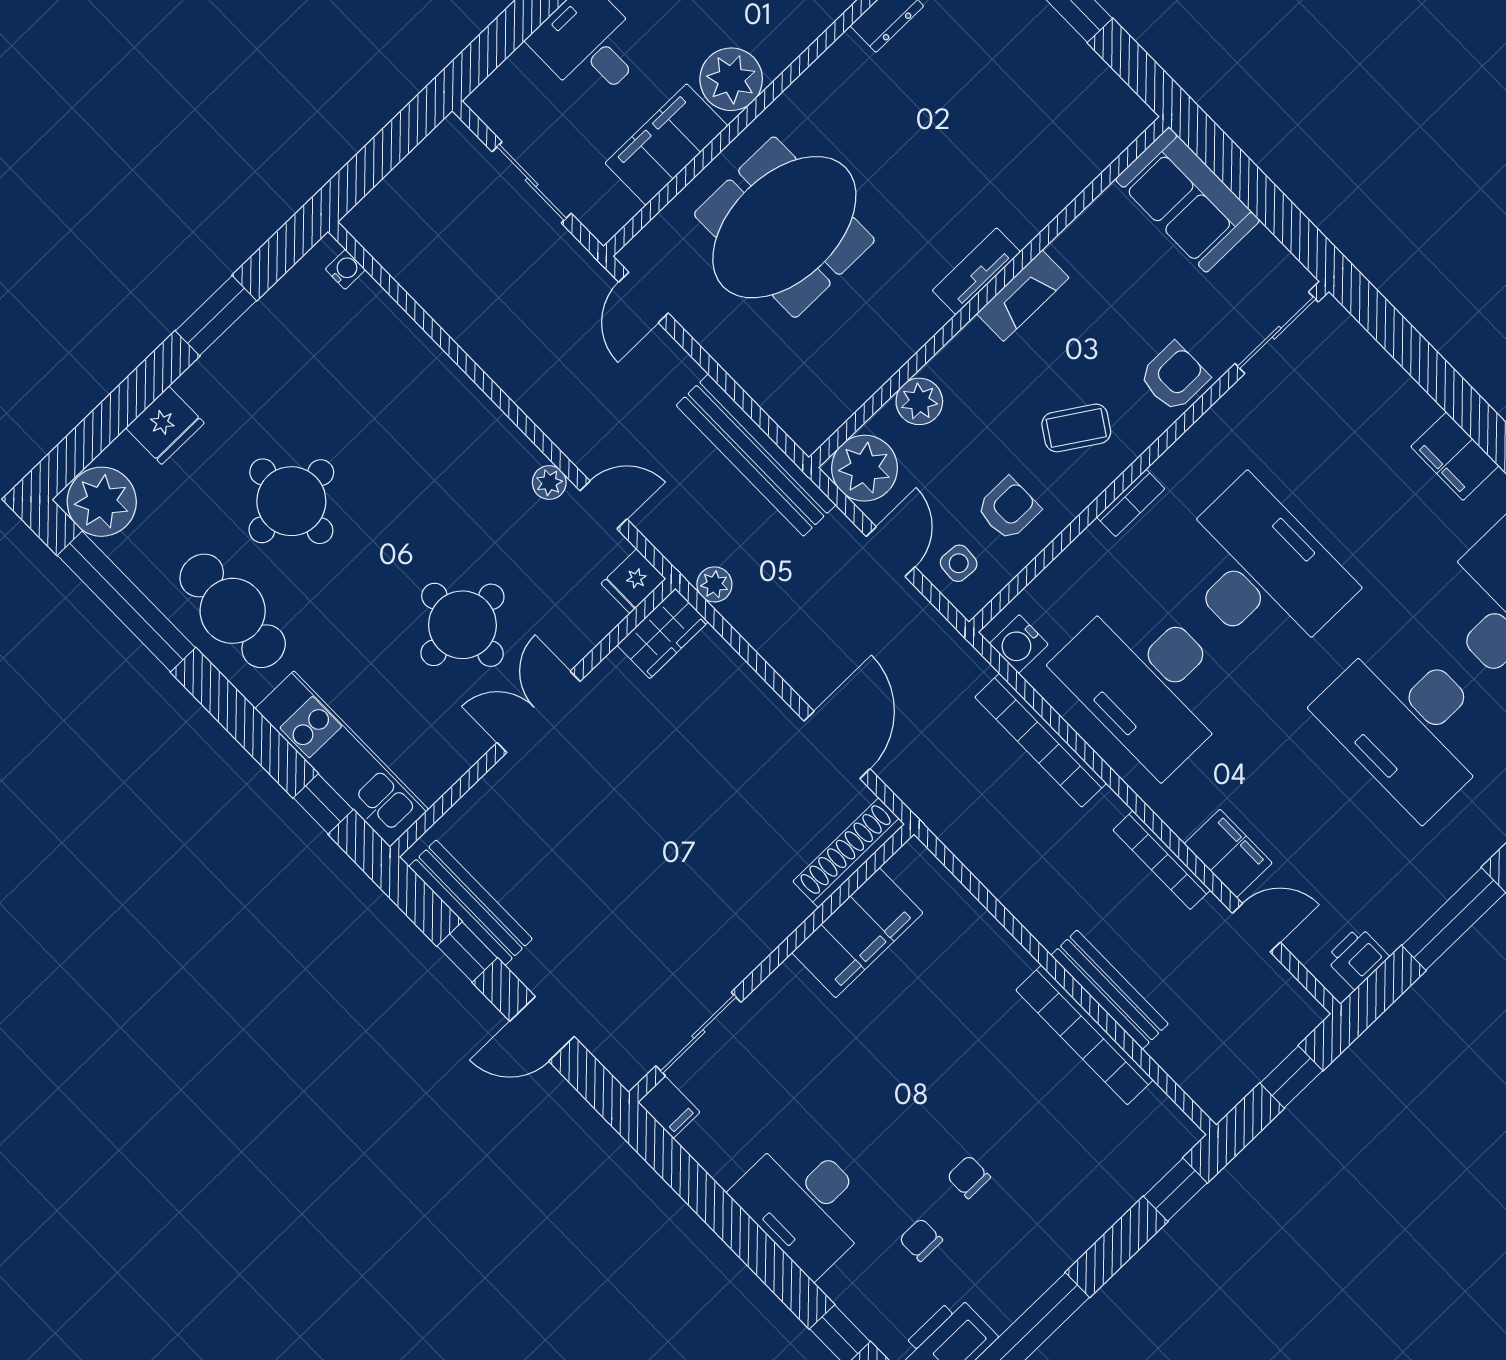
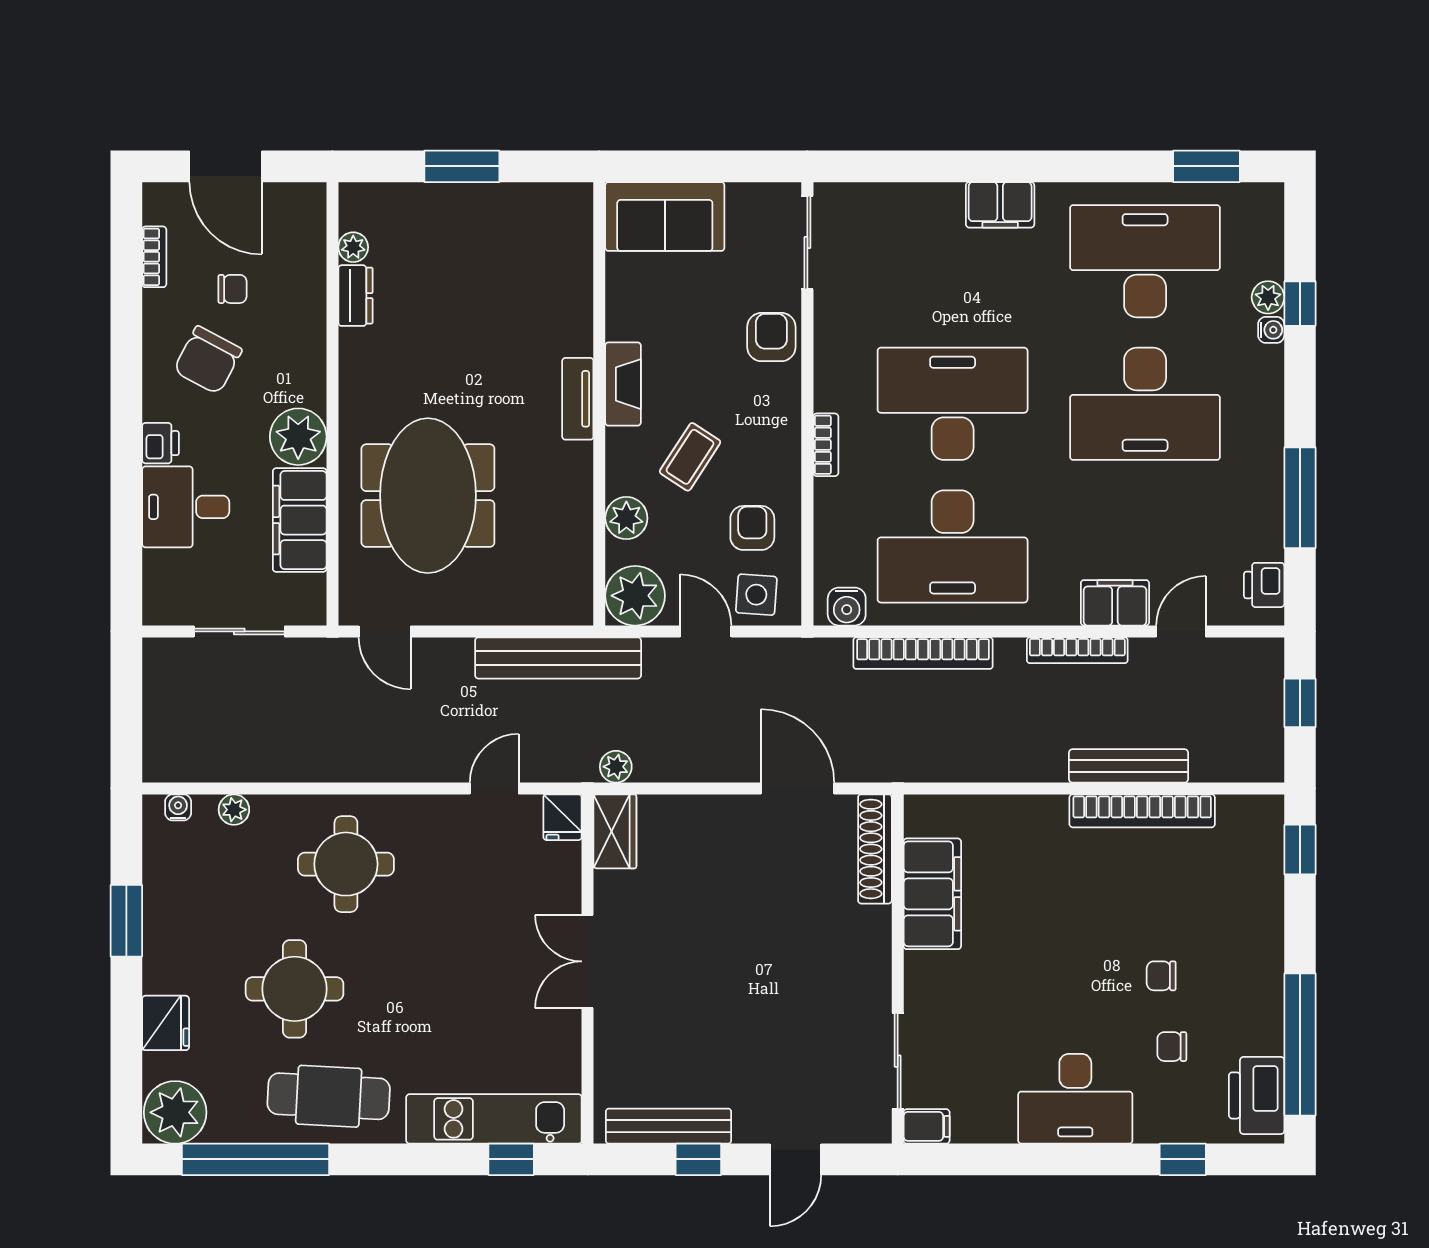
coffee table: (1076, 428) -> (690, 457), moved
plant: (549, 483) -> (234, 810), moved
side table: (959, 563) -> (756, 595), width x1.37, depth x1.37
round table: (462, 625) -> (346, 864), moved

